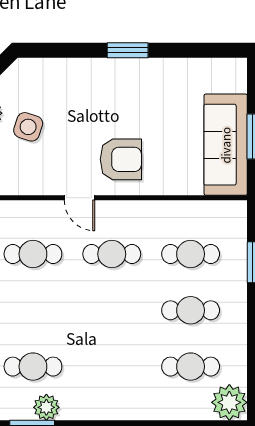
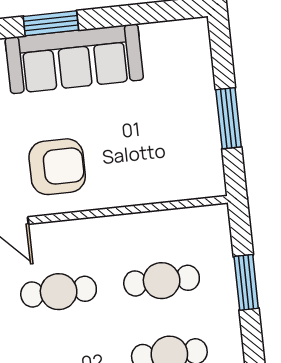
sofa: (226, 145) -> (74, 59), moved, turned -90

